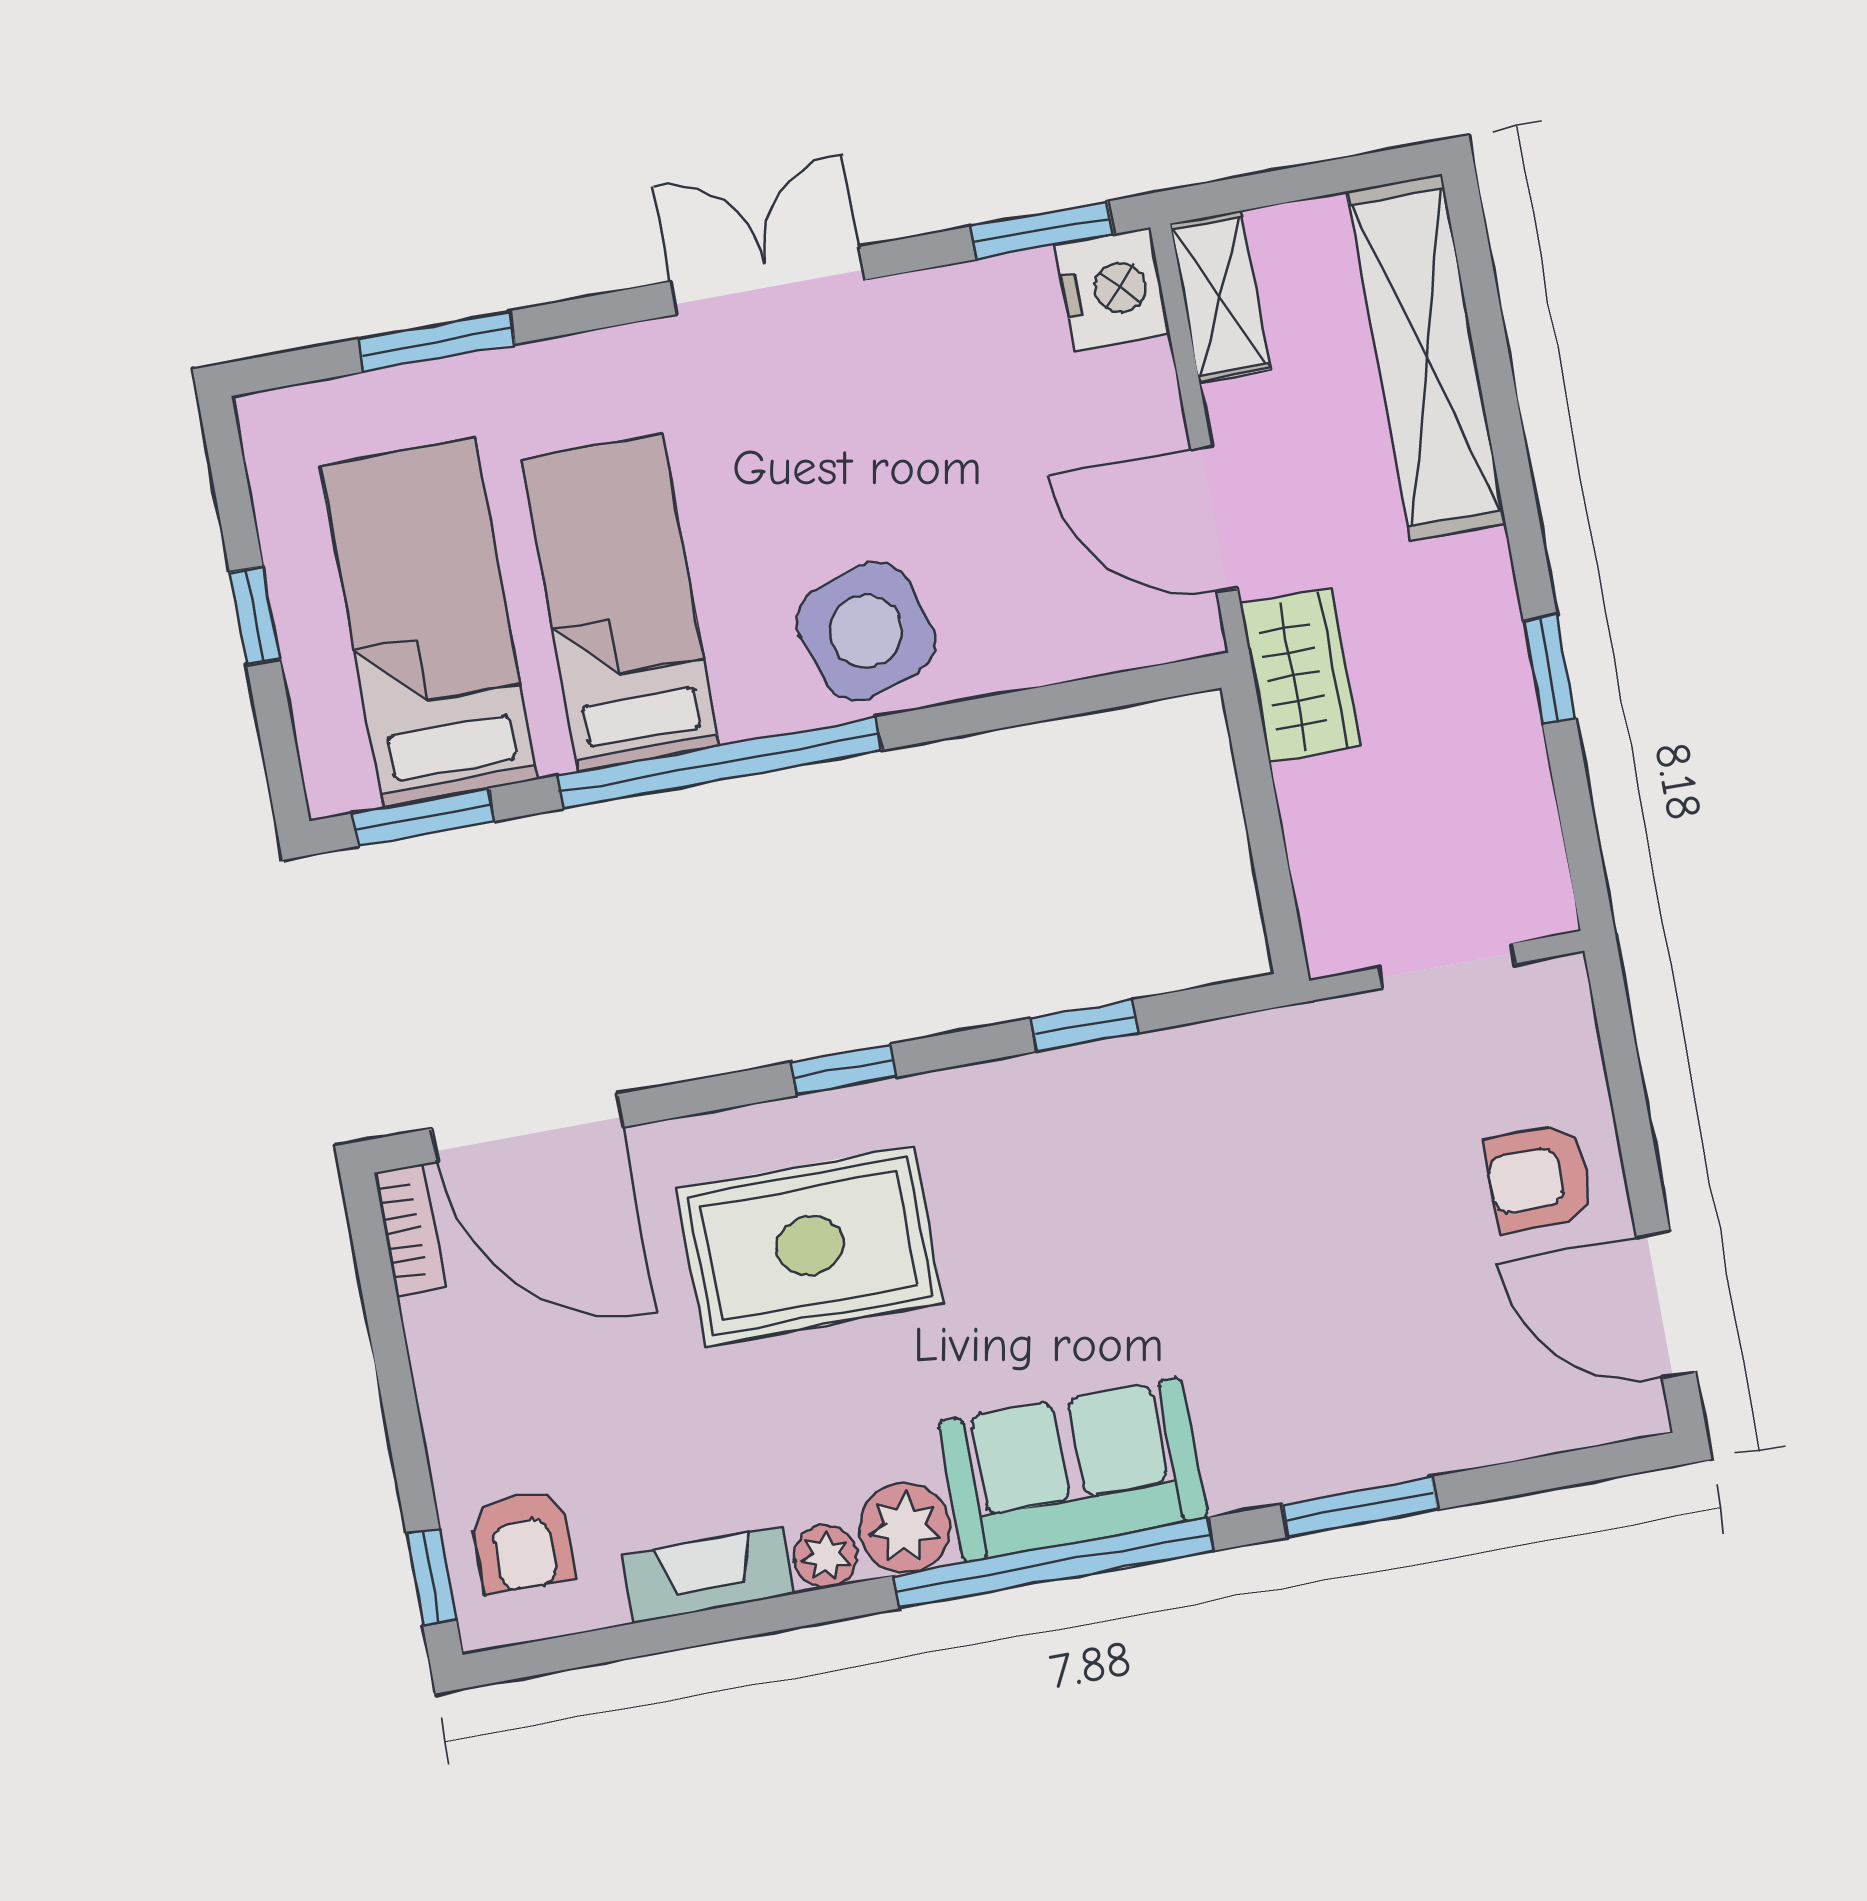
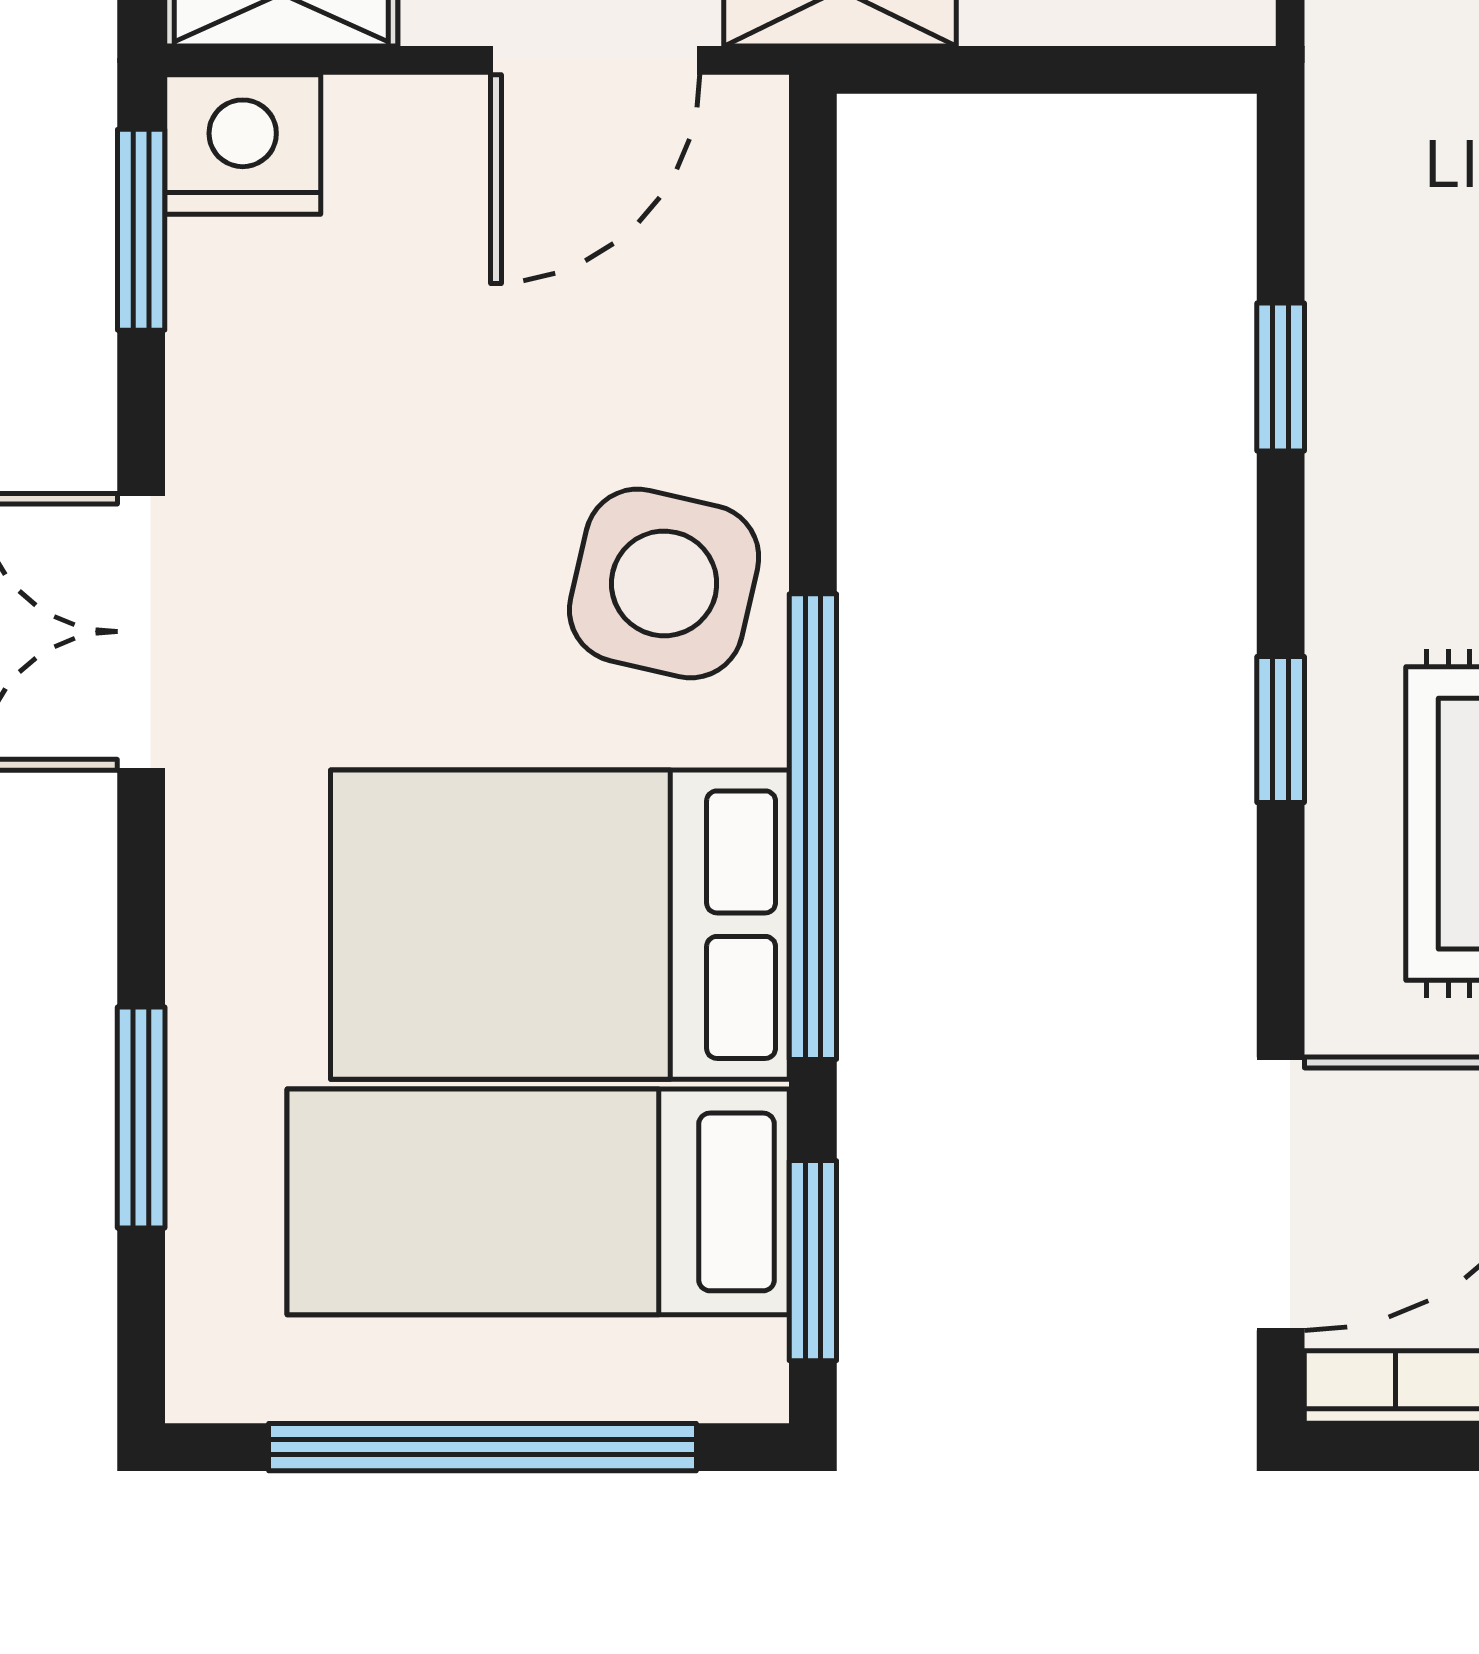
bed: (621, 603) -> (560, 925), width x1.50
window: (255, 615) -> (483, 1447), width x3.17
side table: (866, 631) -> (664, 583), turned 31

